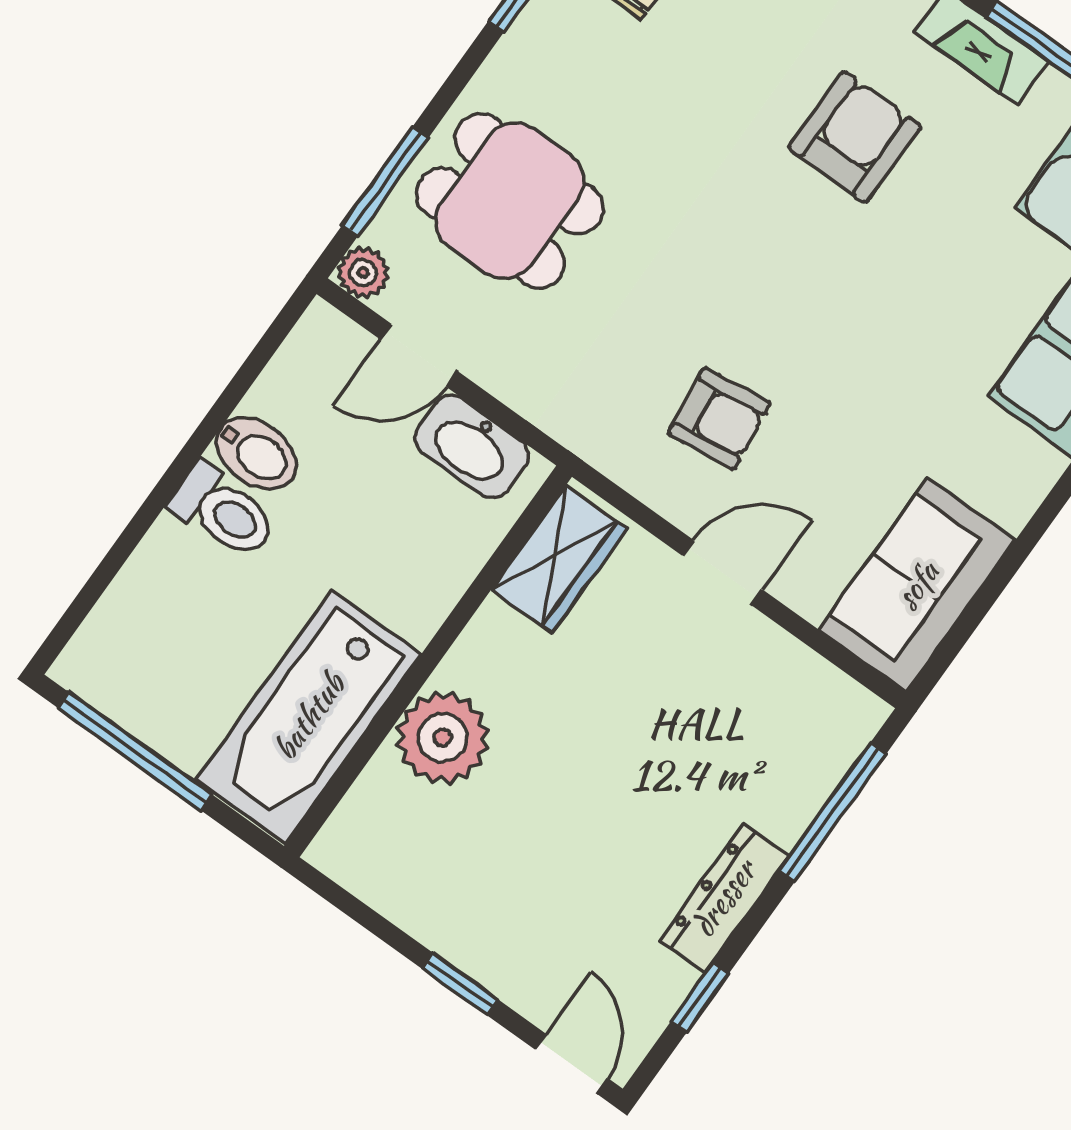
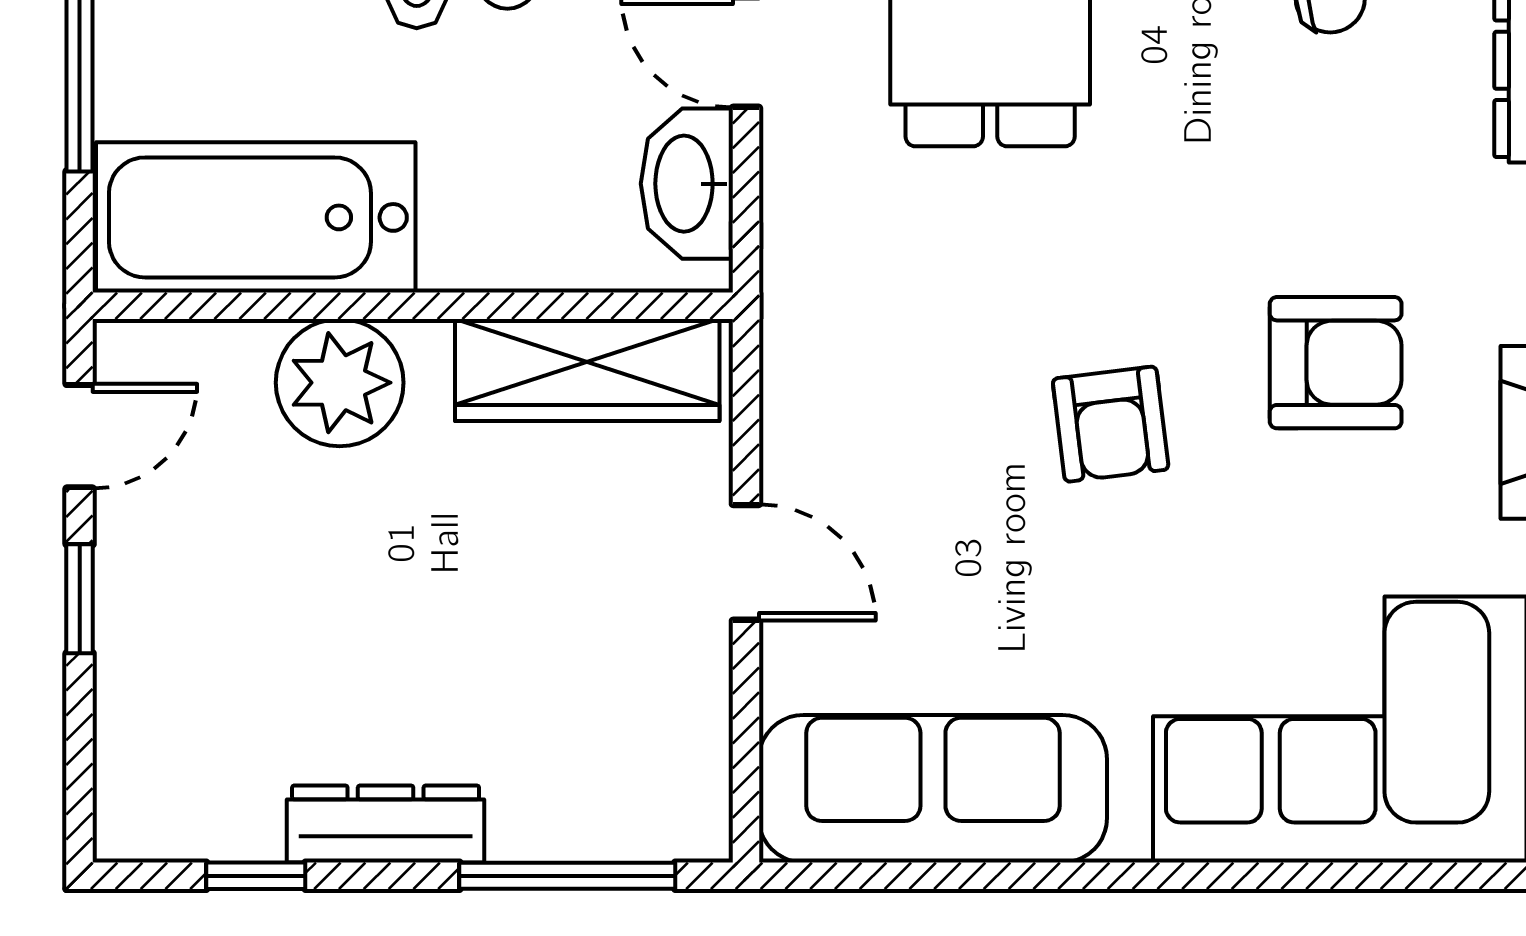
armchair: (719, 419) -> (1111, 424), moved
wardrobe: (559, 559) -> (587, 370), width x1.50
sofa: (917, 585) -> (933, 789), width x1.36
door: (572, 1064) -> (80, 436), moved

